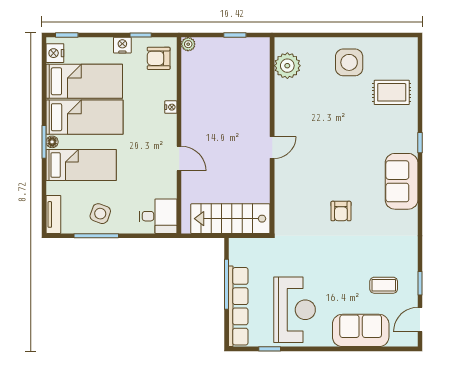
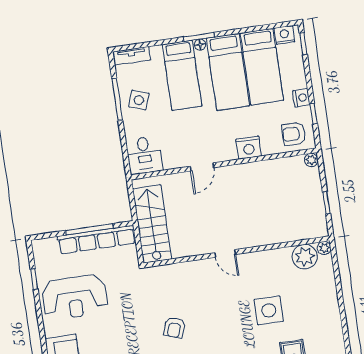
plant: (281, 44) -> (324, 248), added
armchair: (159, 58) -> (294, 134), turned -90
side table: (349, 62) -> (269, 310), moved
nightstand: (171, 107) -> (249, 148), width x1.89, depth x1.79
armchair: (341, 211) -> (174, 327), turned -71
row of seats: (238, 306) -> (97, 240), moved

